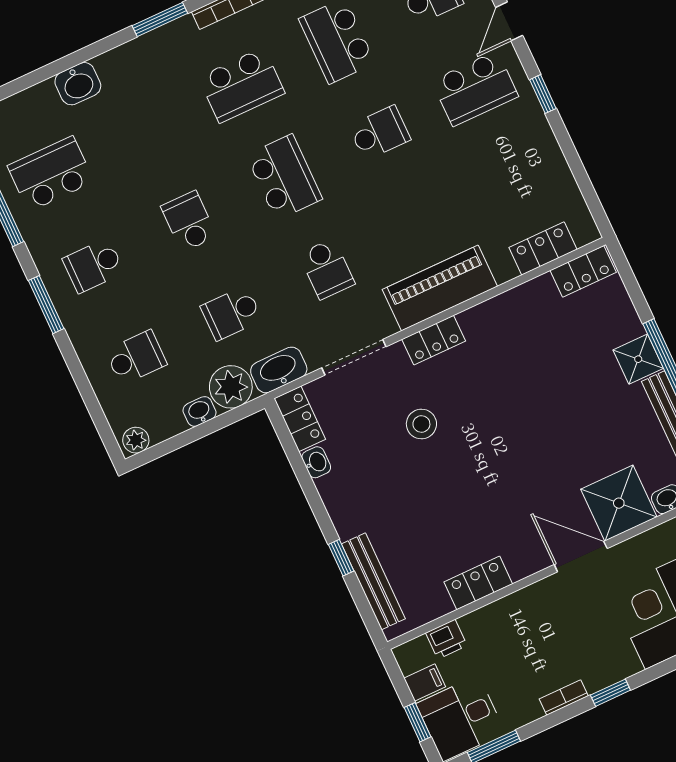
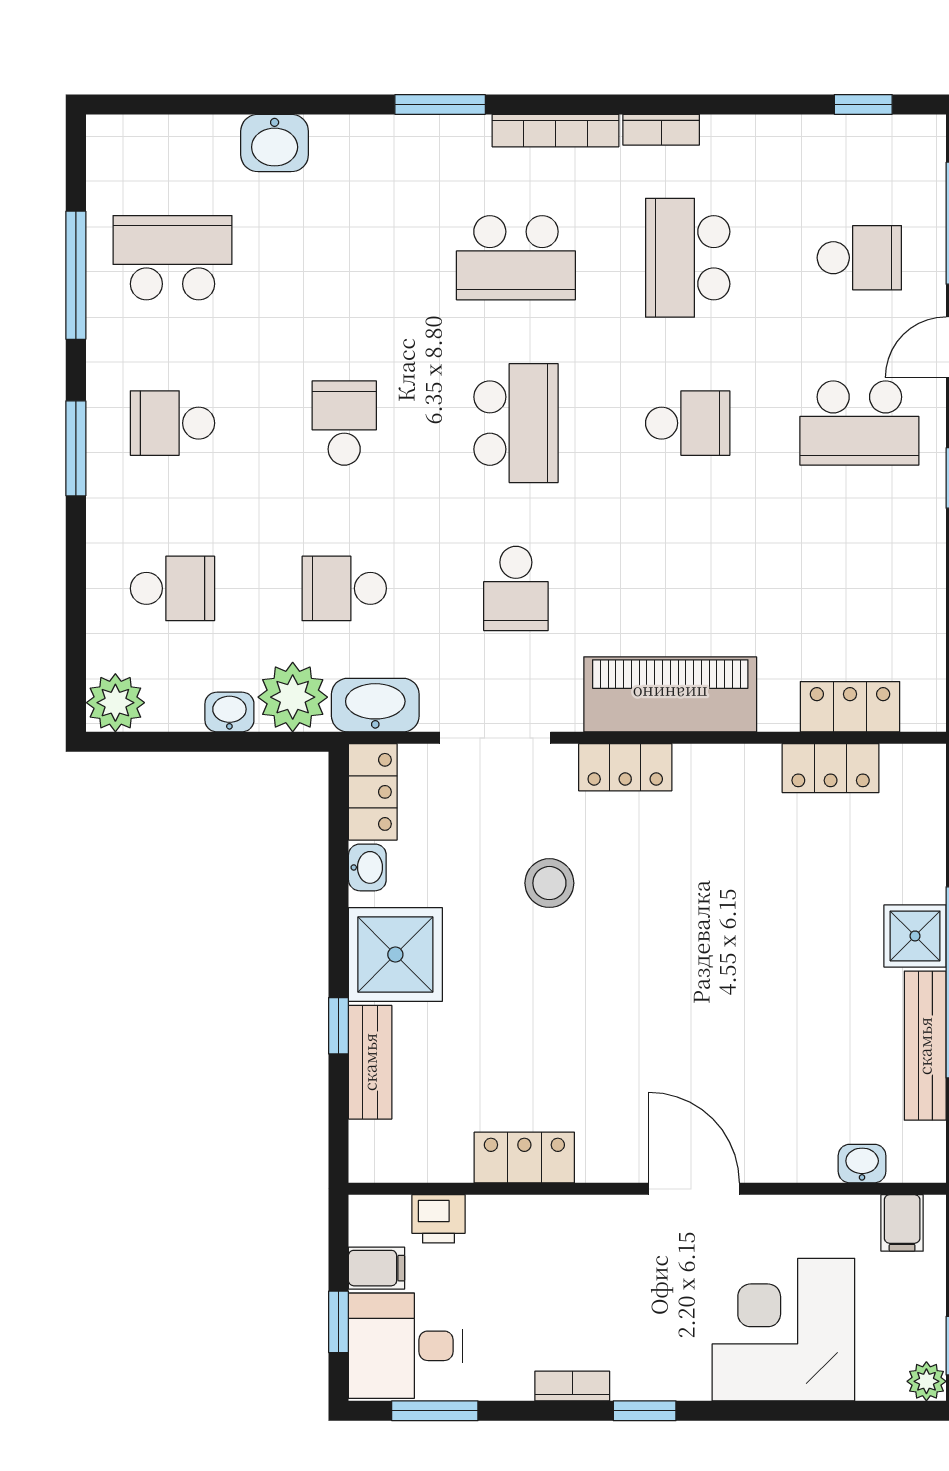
locker: (583, 271) -> (831, 768), moved
plant: (136, 440) -> (115, 703), width x1.38, depth x1.38
shower: (619, 503) -> (395, 955), moved
bench: (373, 581) -> (370, 1062), width x0.73

